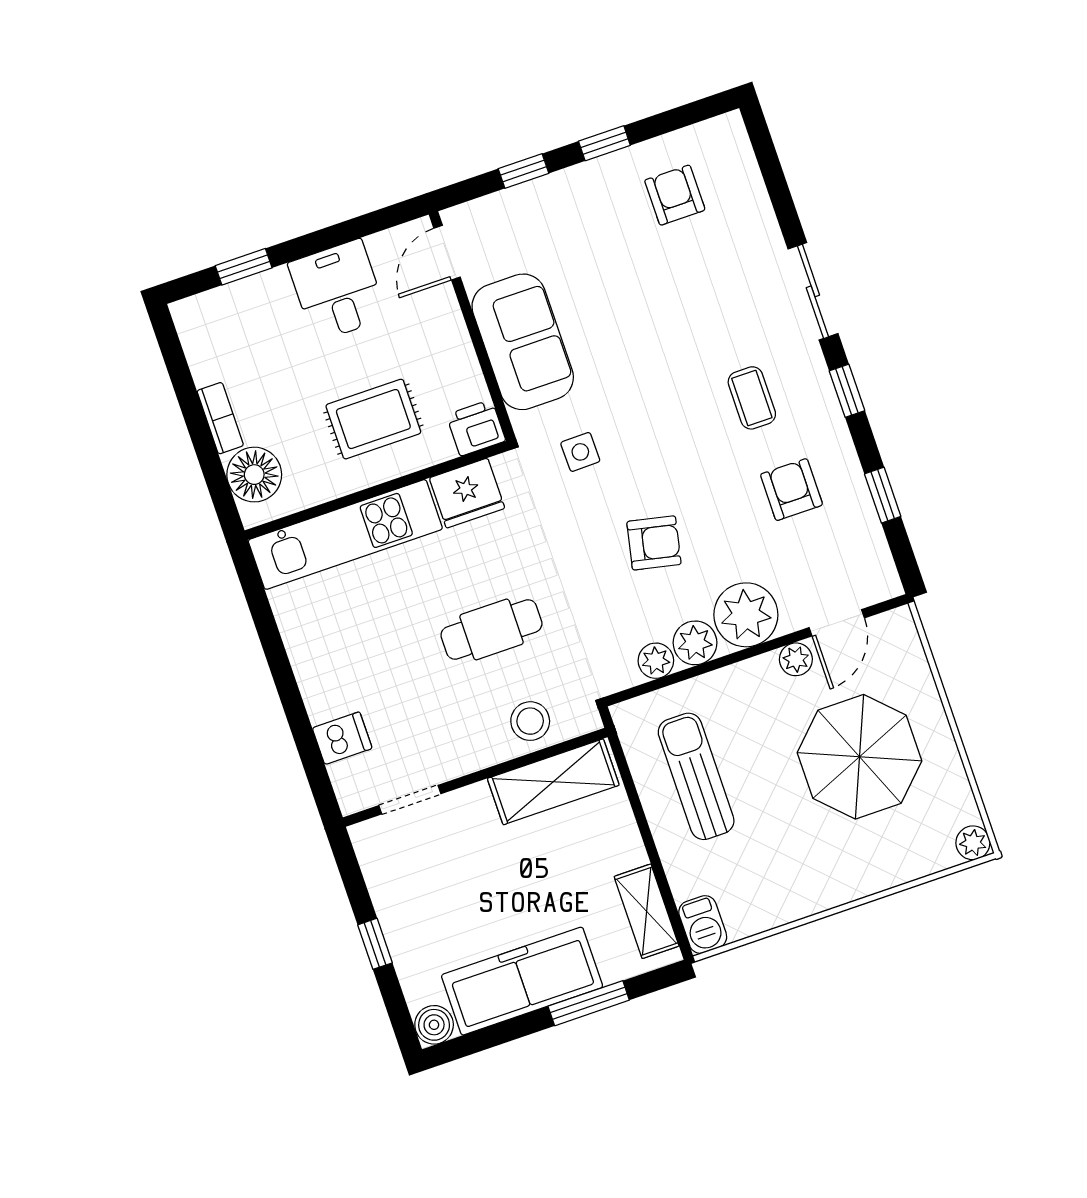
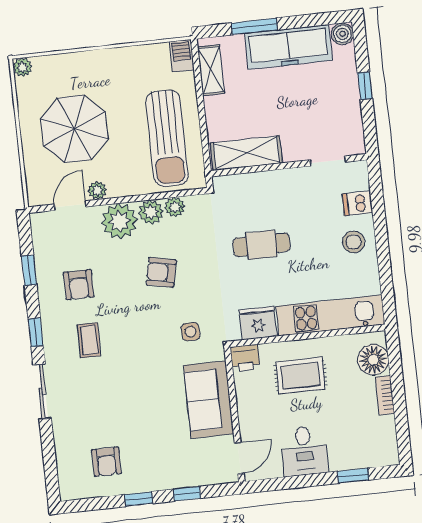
stool: (530, 721) -> (354, 242), moved
sun lounger: (696, 776) -> (167, 138), width x1.36, depth x1.34

